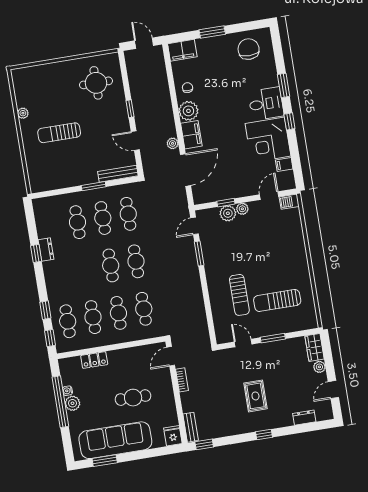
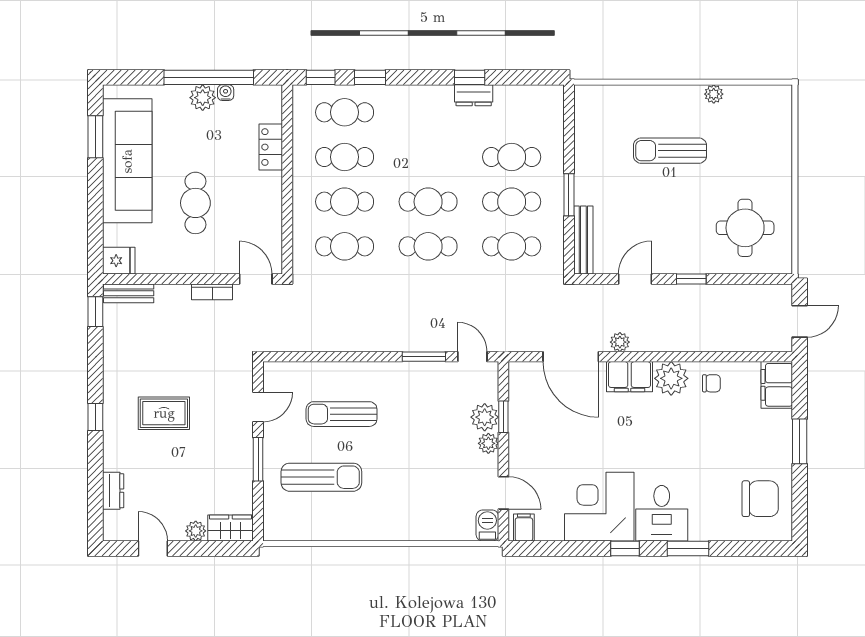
sun lounger: (59, 133) -> (670, 151), turned -90
filing cabinet: (284, 164) -> (524, 527), moved
sun lounger: (277, 300) -> (321, 477), turned 90

